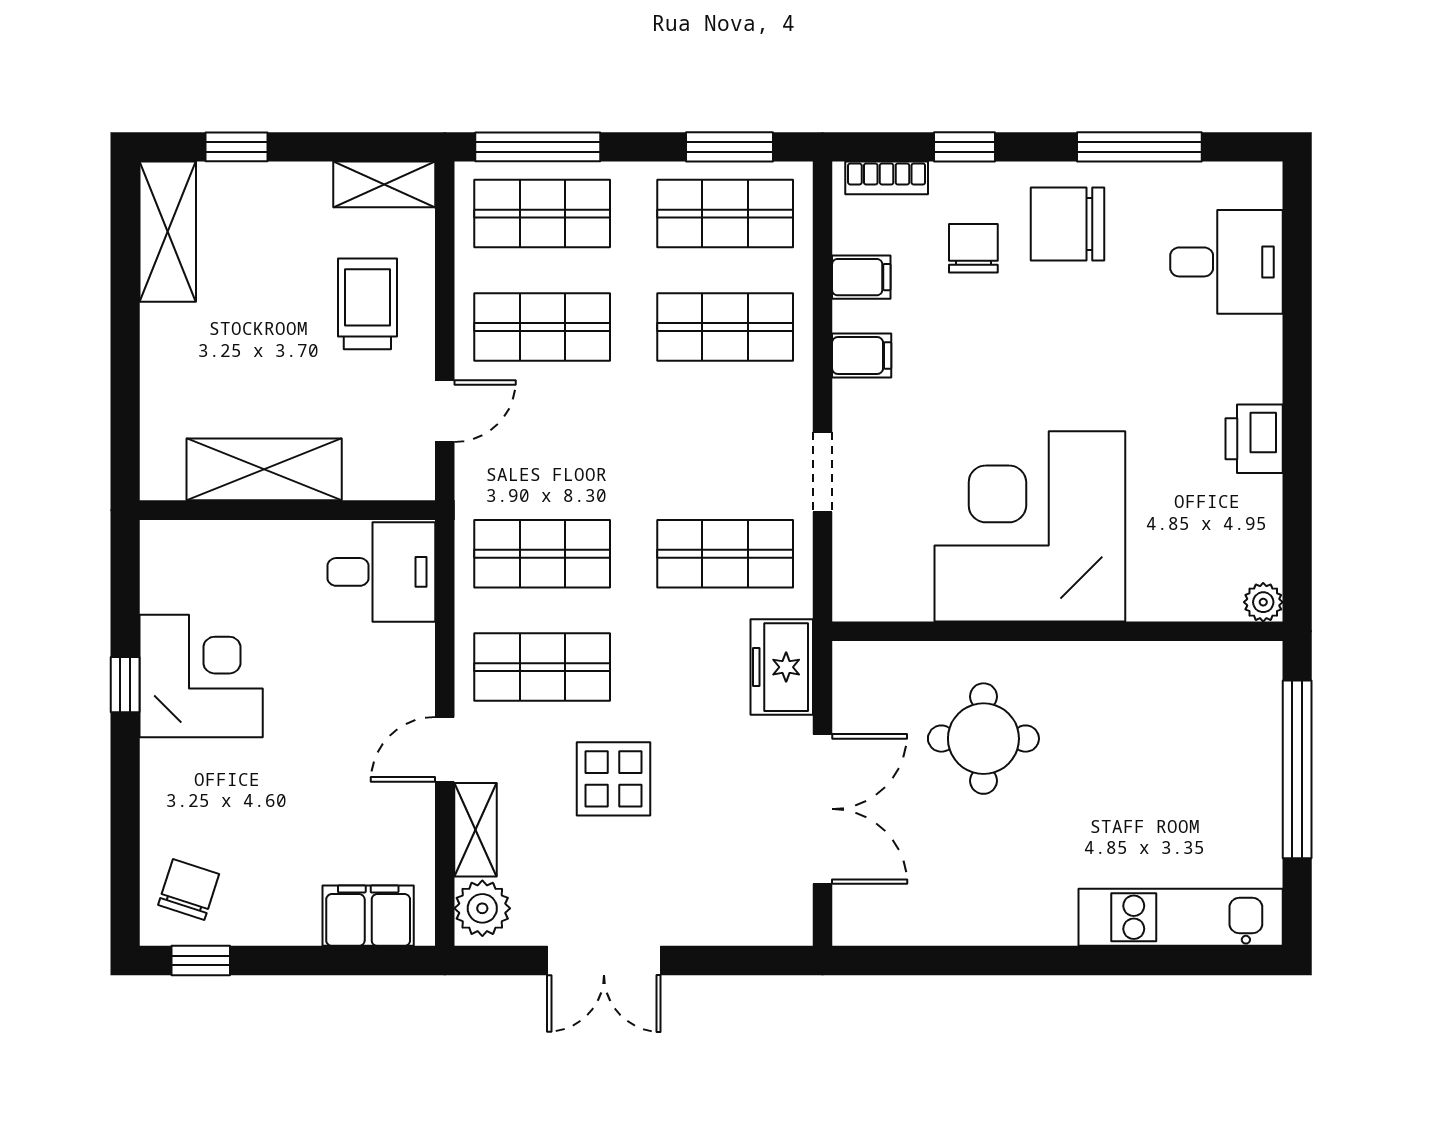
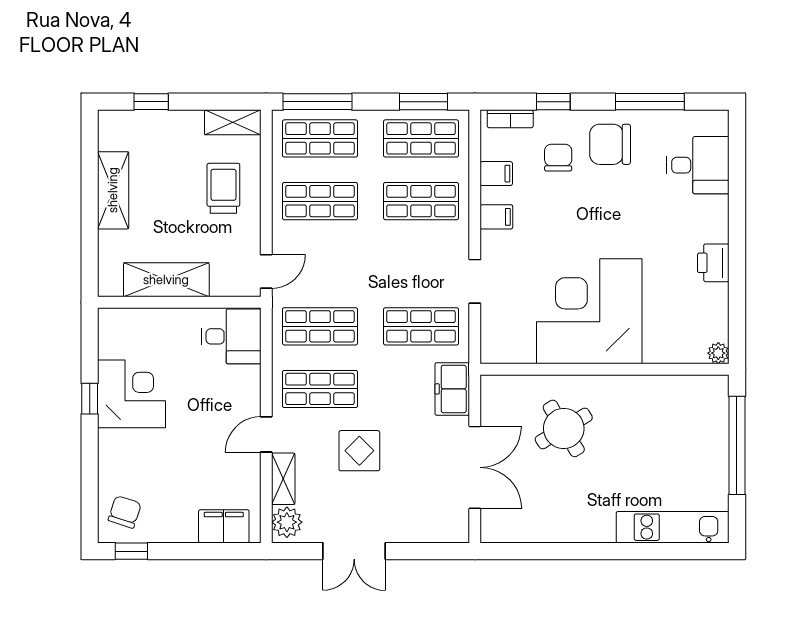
shelving: (168, 232) -> (113, 190), moved
door: (445, 411) -> (266, 271), moved
round table: (983, 739) -> (564, 428), turned -31

